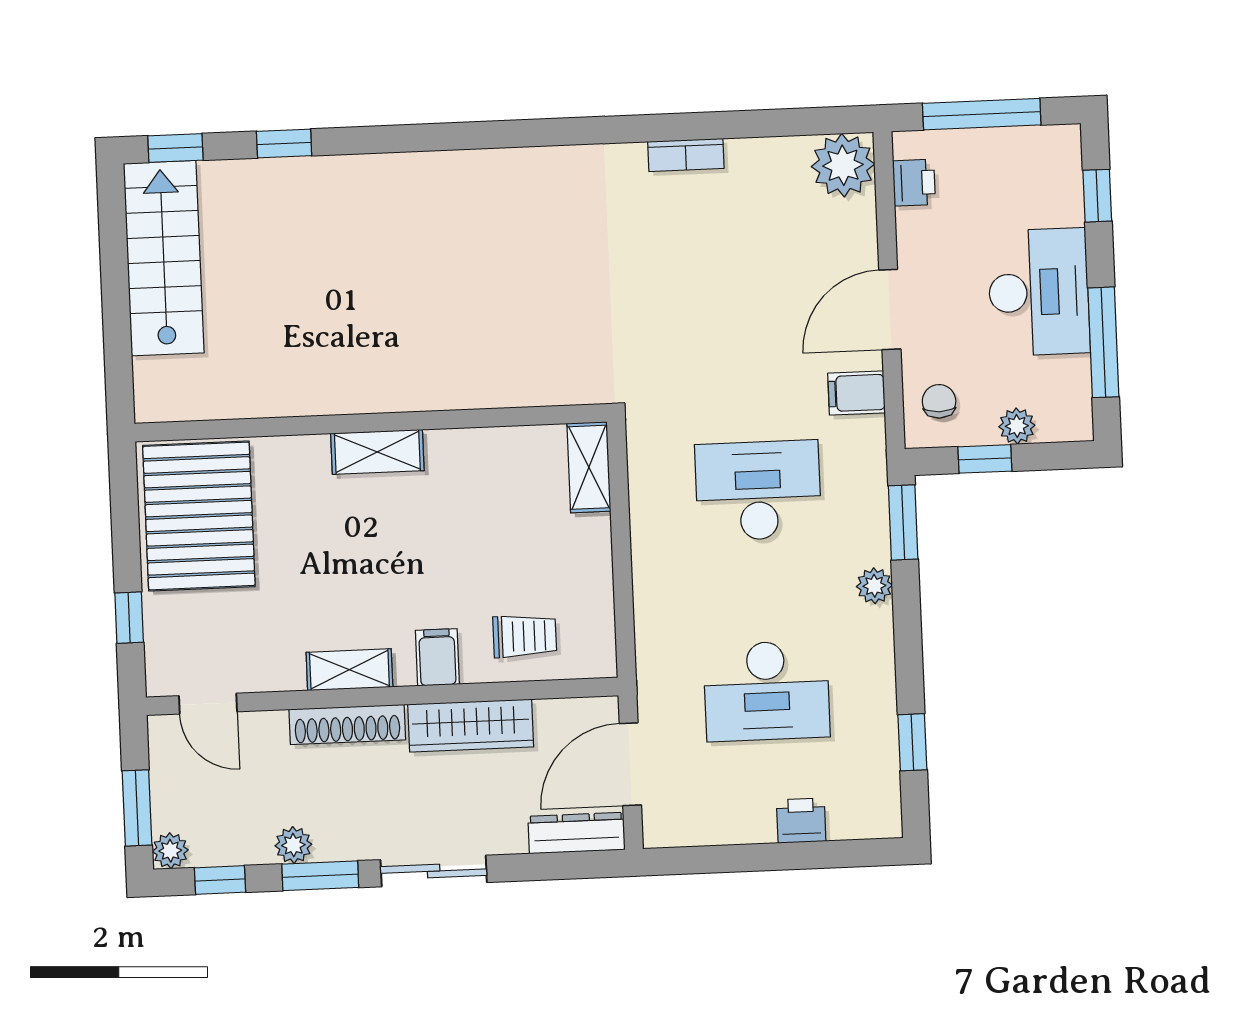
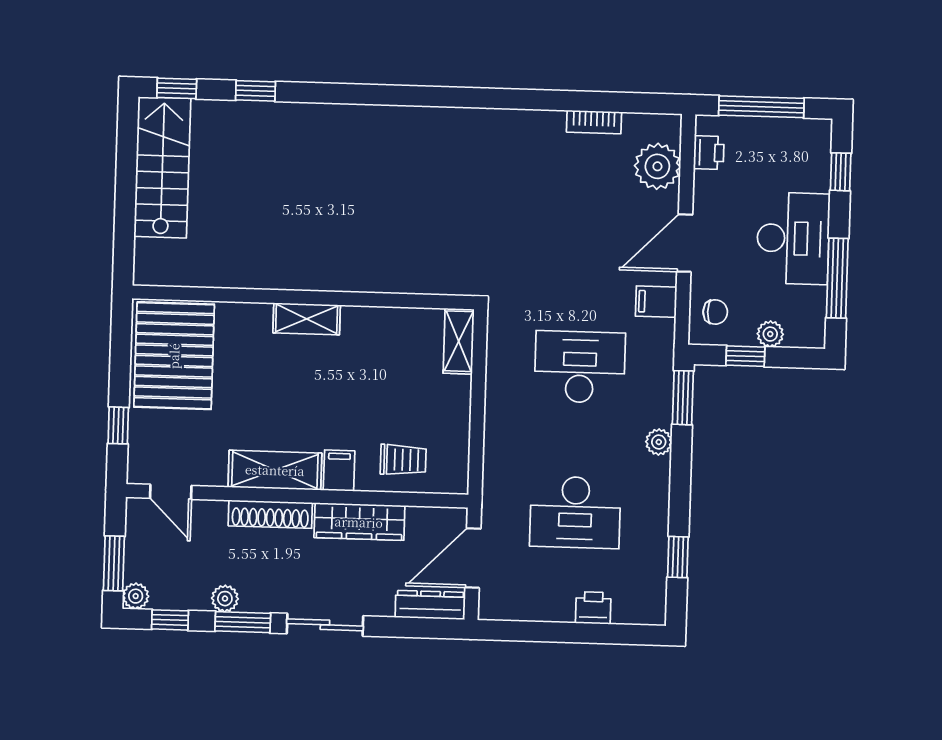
bookcase: (686, 155) -> (594, 122), moved
plant: (843, 165) -> (657, 166), moved
chair: (939, 401) -> (715, 312), turned 90
shelving: (349, 670) -> (275, 470), width x1.50, depth x1.33

